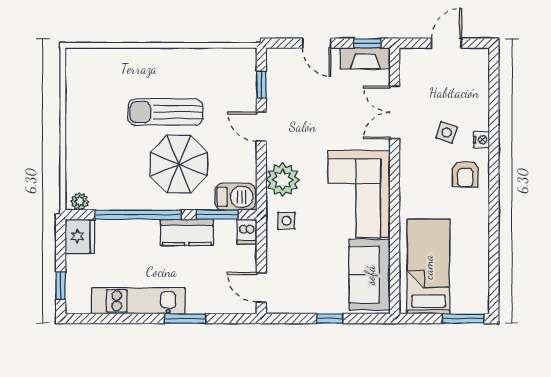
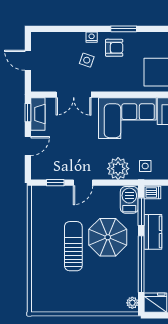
sun lounger: (165, 112) -> (73, 246), turned 180
window: (494, 188) -> (124, 29), added

